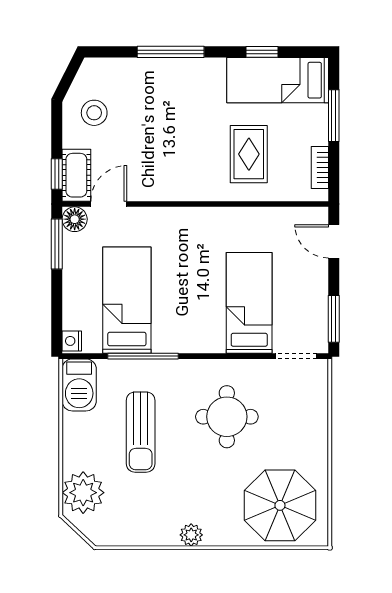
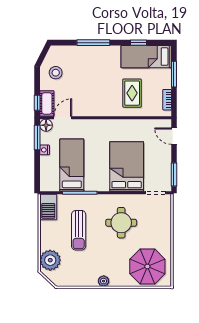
bed: (249, 303) -> (127, 166), width x1.50
nightstand: (72, 341) -> (45, 150), moved

